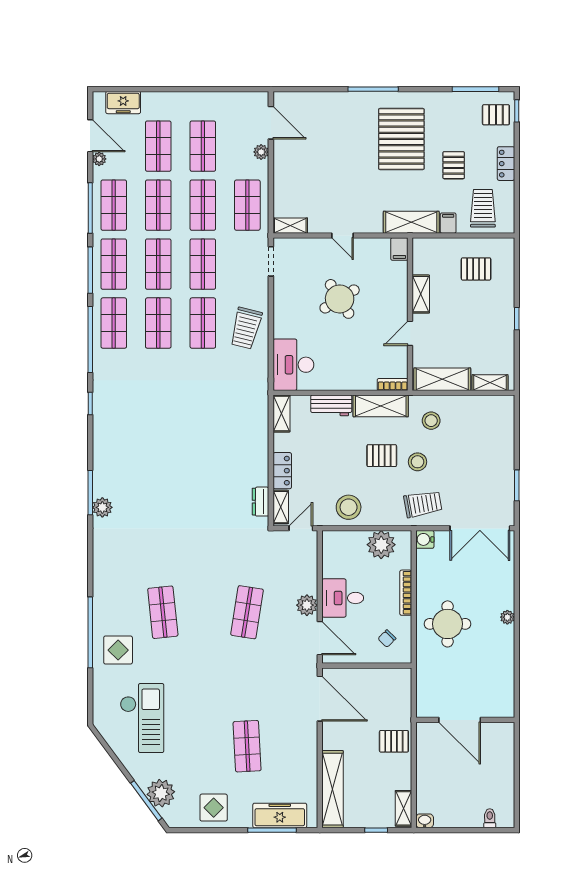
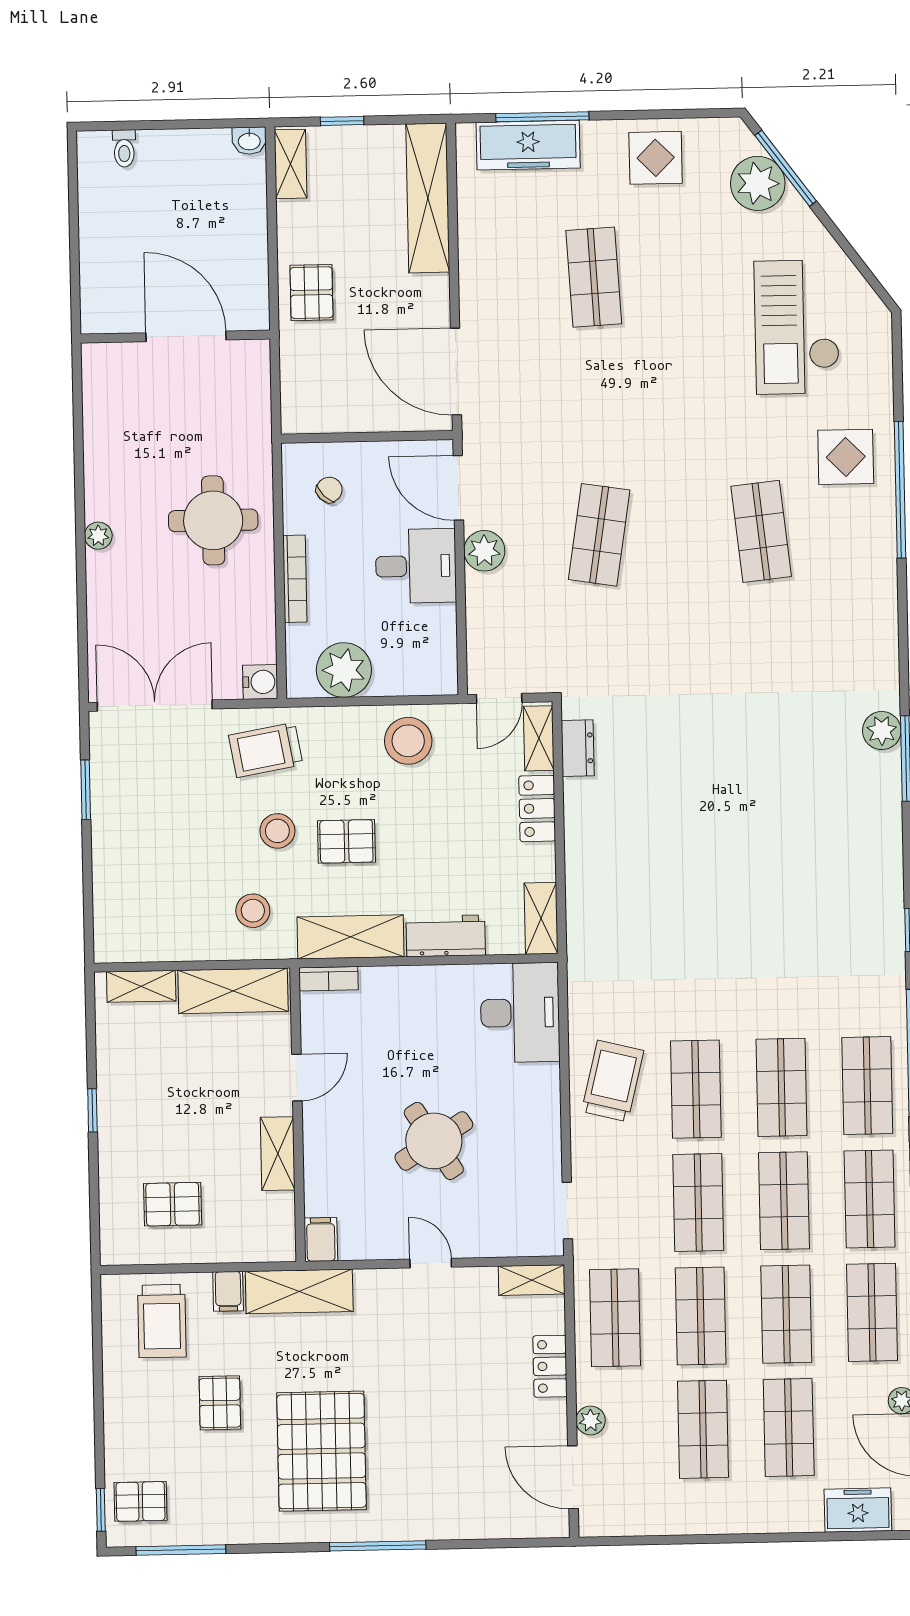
locker: (506, 164) -> (550, 1366), moved, turned 180
pallet: (394, 741) -> (311, 293), turned 90

